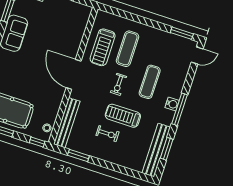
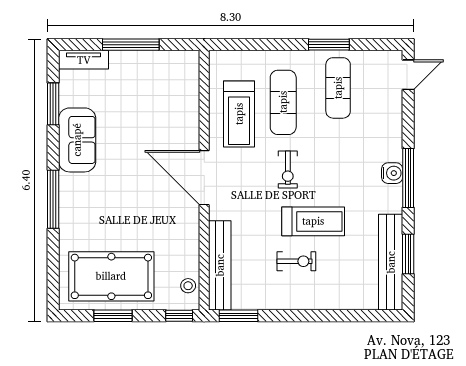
window: (182, 33) -> (329, 45), moved
exercise mat: (150, 82) -> (338, 88), moved
treadmill: (123, 116) -> (313, 221), turned 180
window: (78, 155) -> (239, 316), moved

